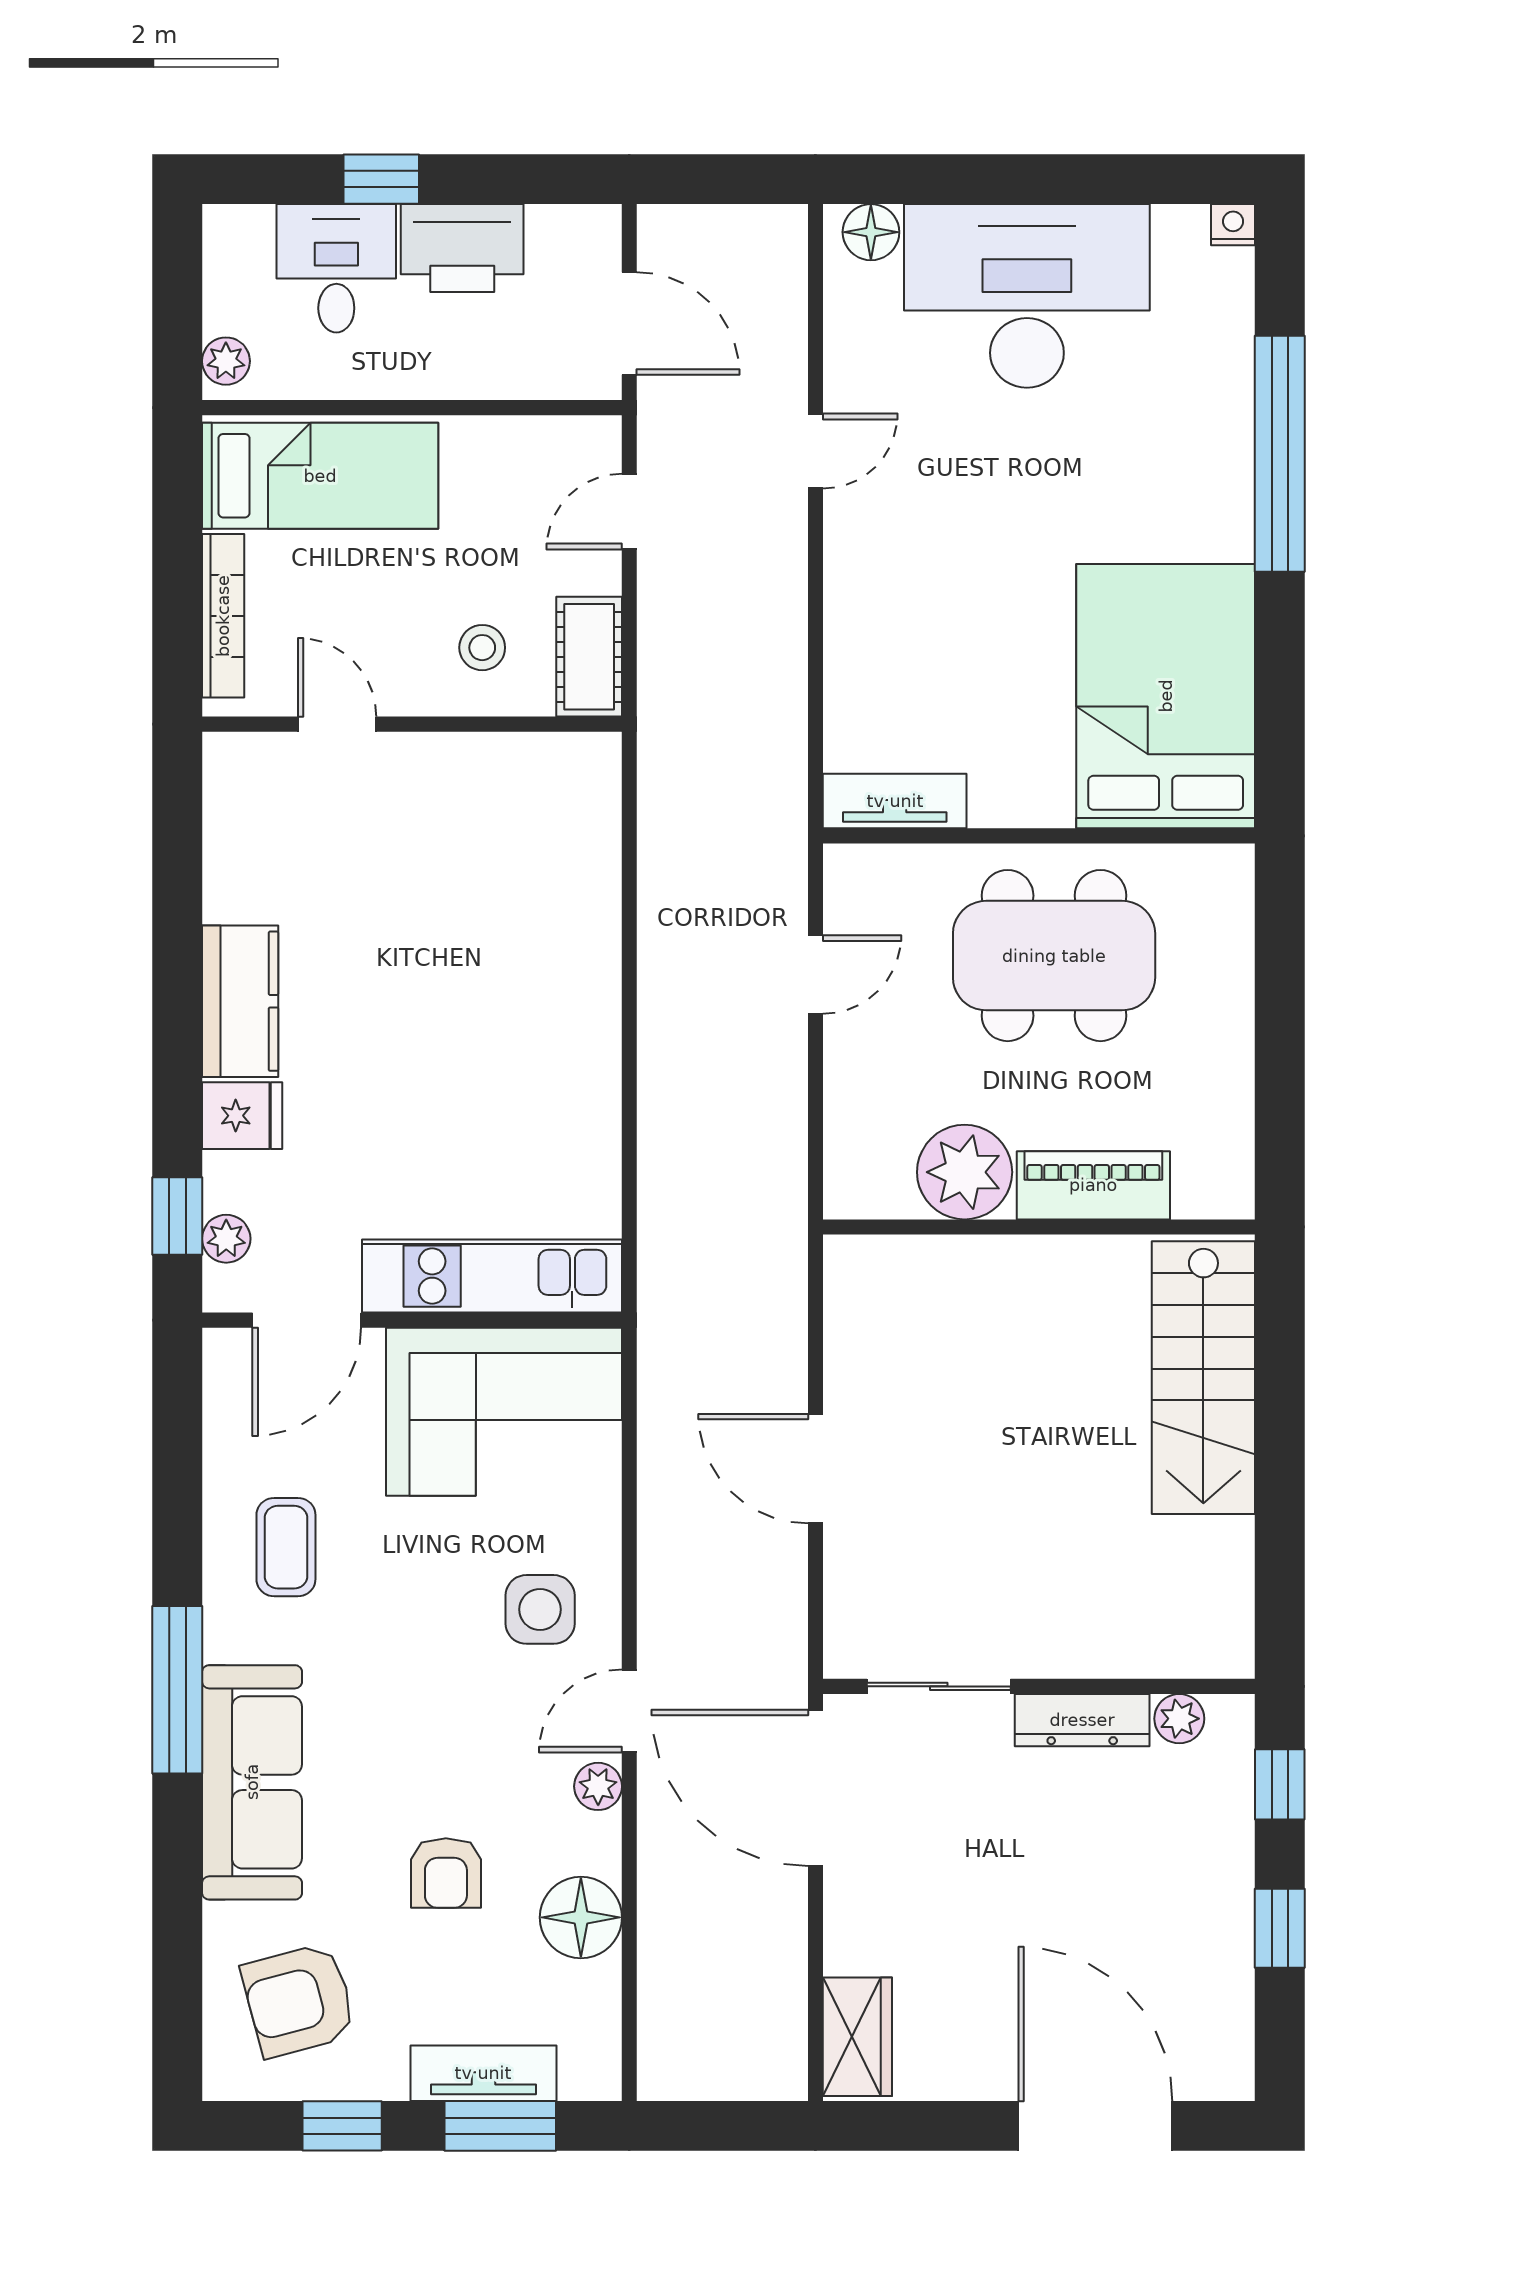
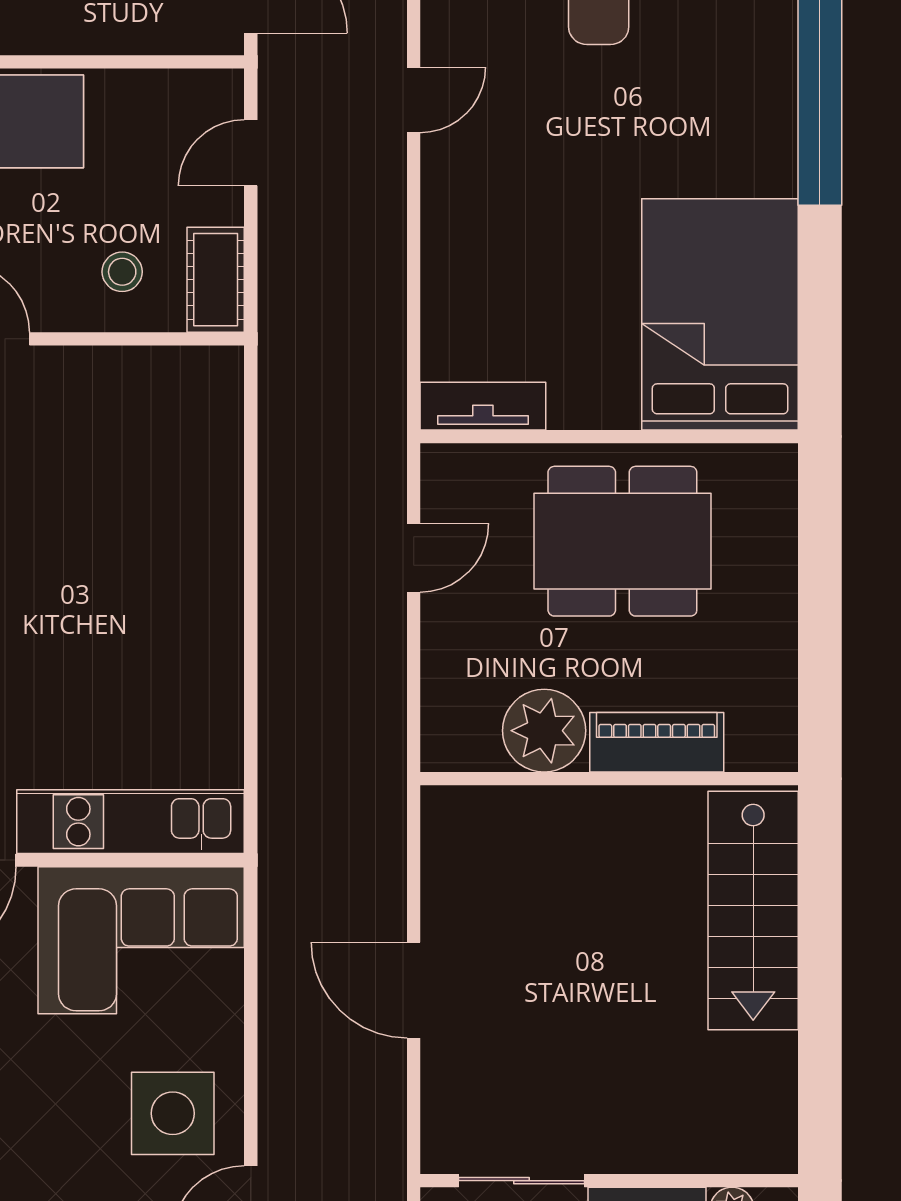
side table: (540, 1609) -> (173, 1113), width x1.37, depth x1.37

